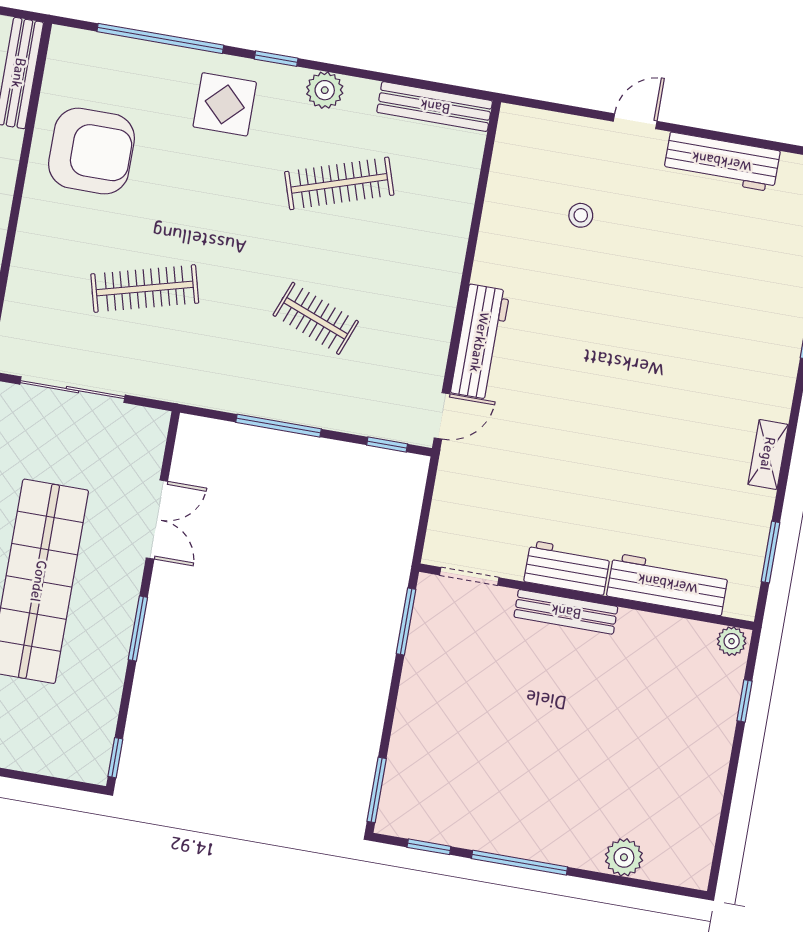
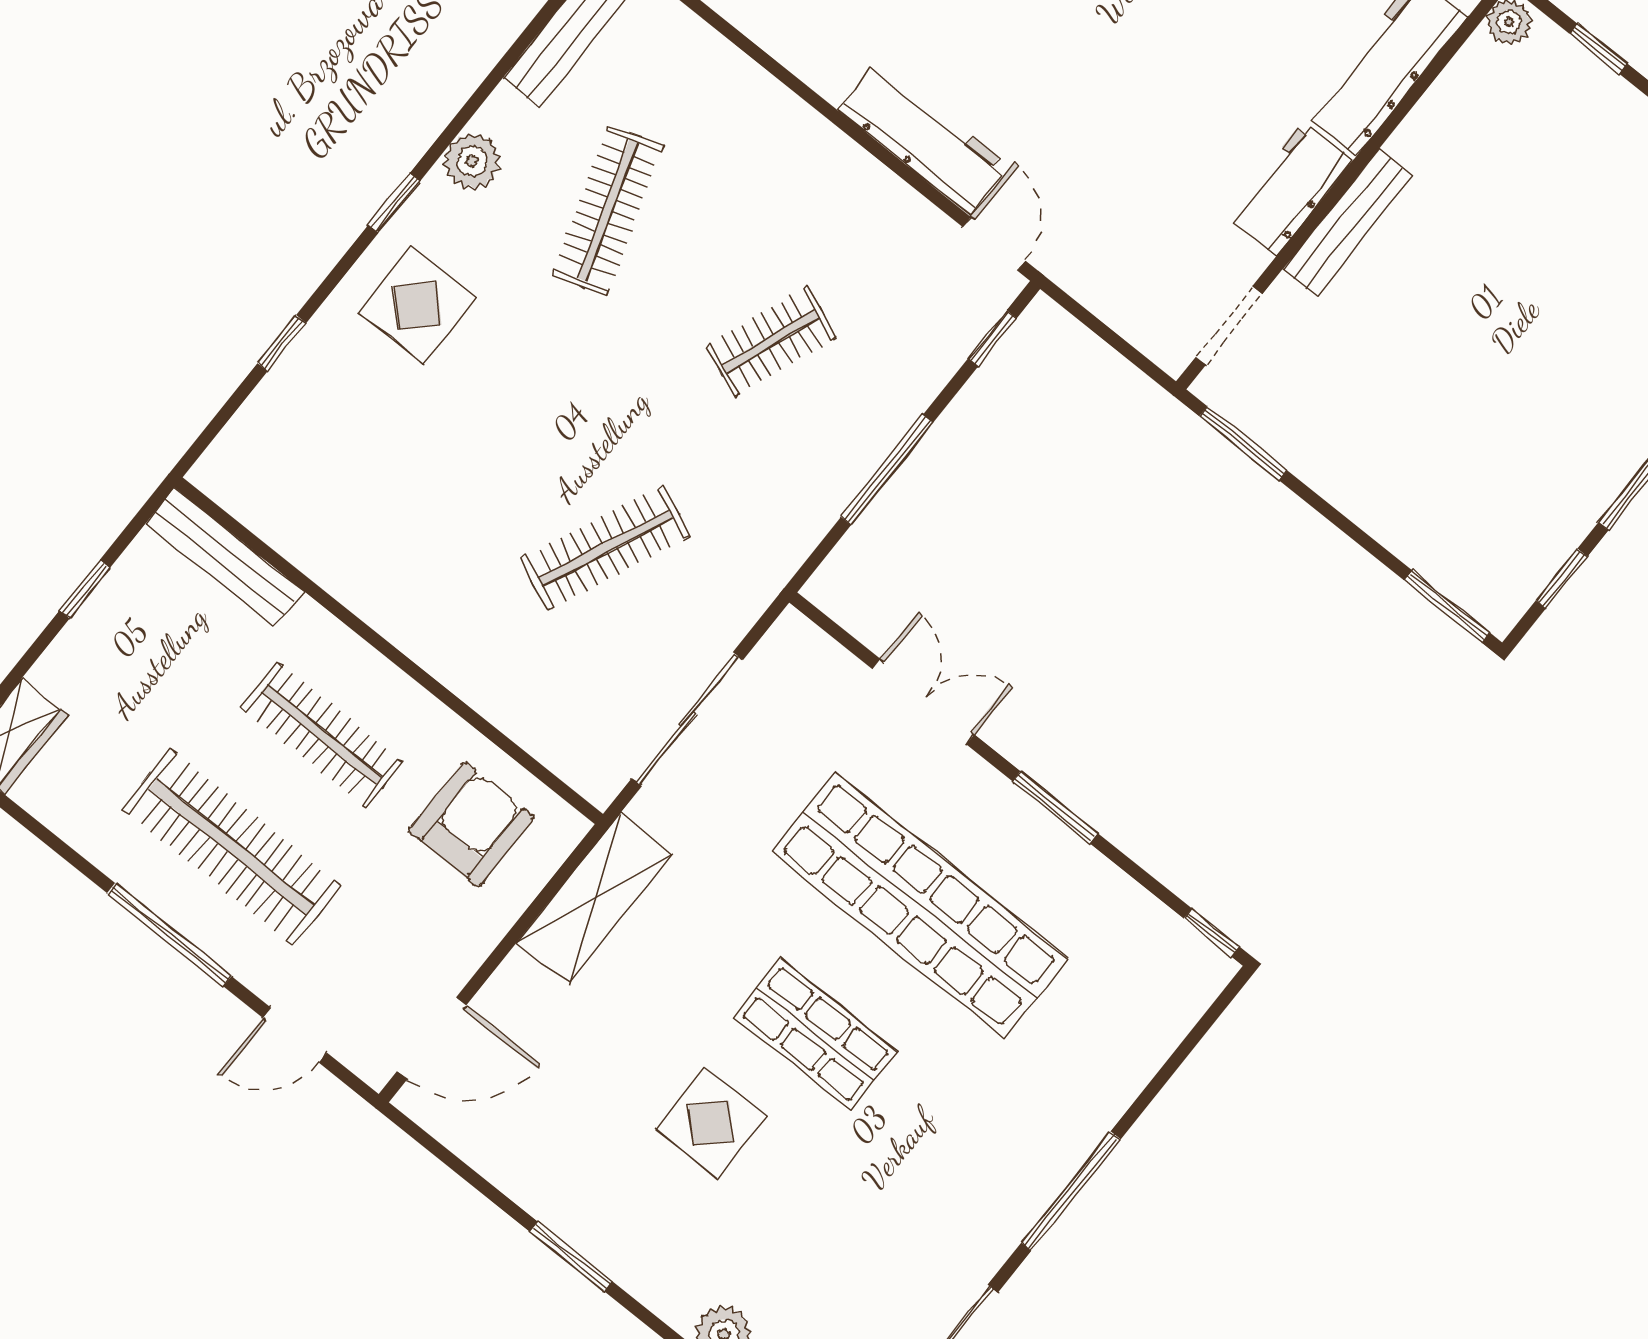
window: (160, 38) -> (282, 343), width x0.32
armchair: (92, 151) -> (382, 518), removed
clothes rail: (145, 289) -> (605, 548), turned 39

